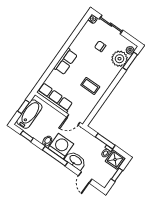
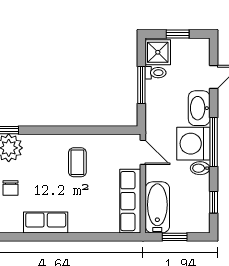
row of seats: (66, 61) -> (46, 223), moved
bathtub: (29, 114) -> (157, 207), moved, turned 90

